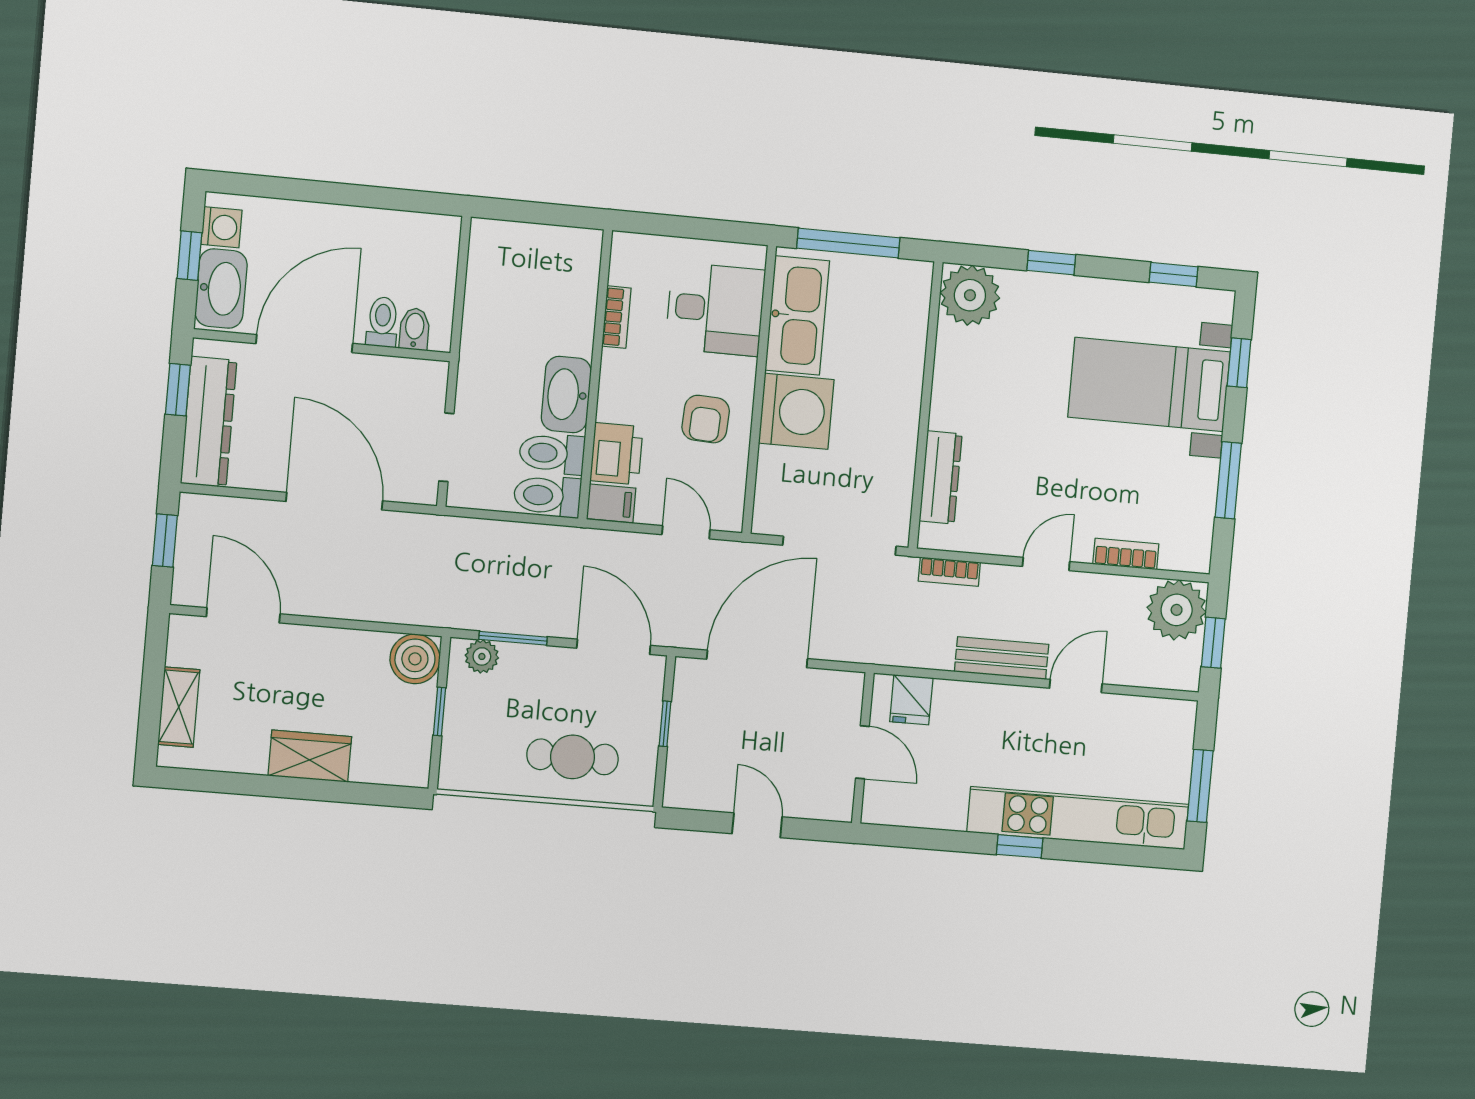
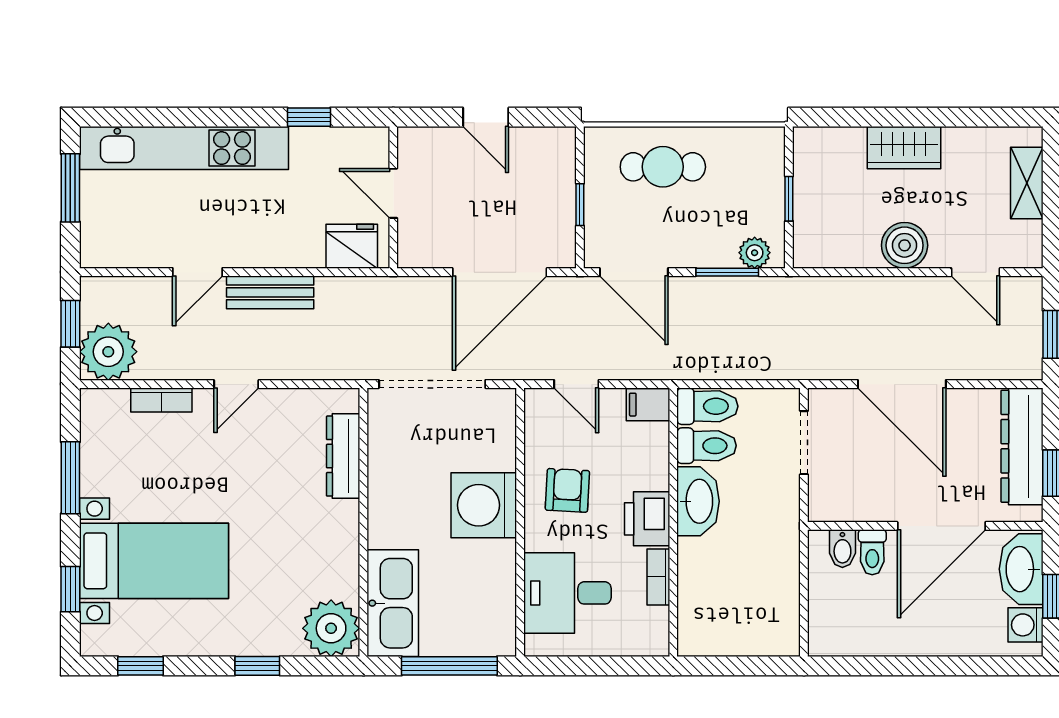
kitchen sink: (797, 315) -> (393, 603), moved, turned 180
printer: (616, 454) -> (647, 519), moved
bookcase: (949, 572) -> (327, 369), removed
door: (243, 615) -> (976, 272), width x0.73
boiler: (415, 659) -> (905, 245), moved
fridge: (911, 700) -> (352, 246), width x1.38
window: (1020, 846) -> (309, 117), moved

